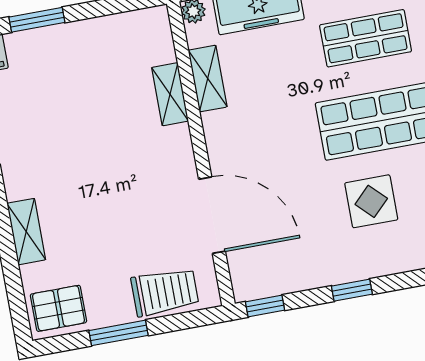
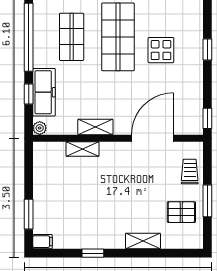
shelving: (208, 79) -> (95, 127), moved
window: (352, 290) -> (207, 50), moved
trolley: (165, 292) -> (190, 172), width x0.73, depth x0.72
pallet: (59, 308) -> (181, 212), moved, turned 90

